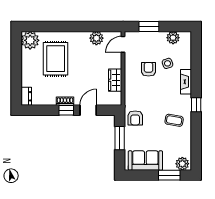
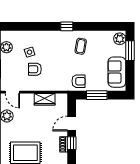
fireplace: (186, 82) -> (46, 36), removed
door: (88, 110) -> (72, 124), hinge flipped

